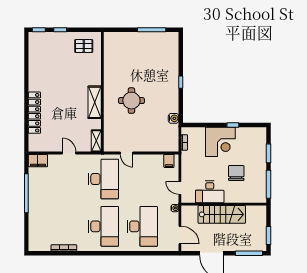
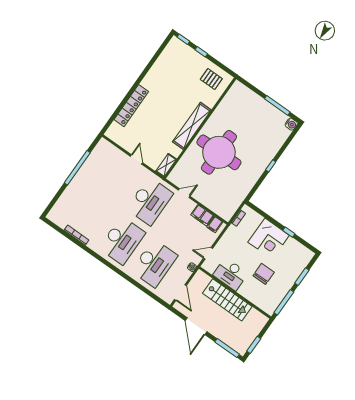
round table: (131, 101) -> (219, 152), width x1.86, depth x1.86
shelving: (95, 102) -> (192, 126), width x1.47
water cooler: (174, 118) -> (291, 124), moved
door: (127, 153) -> (184, 193), swing flipped
filing cabinet: (38, 161) -> (202, 215), moved
door: (180, 188) -> (208, 253), hinge flipped

